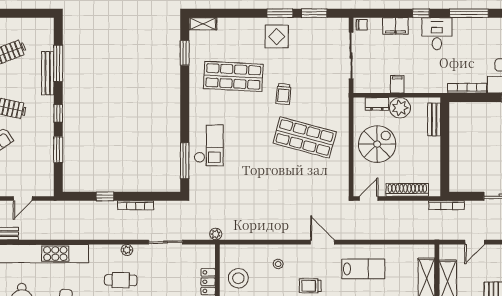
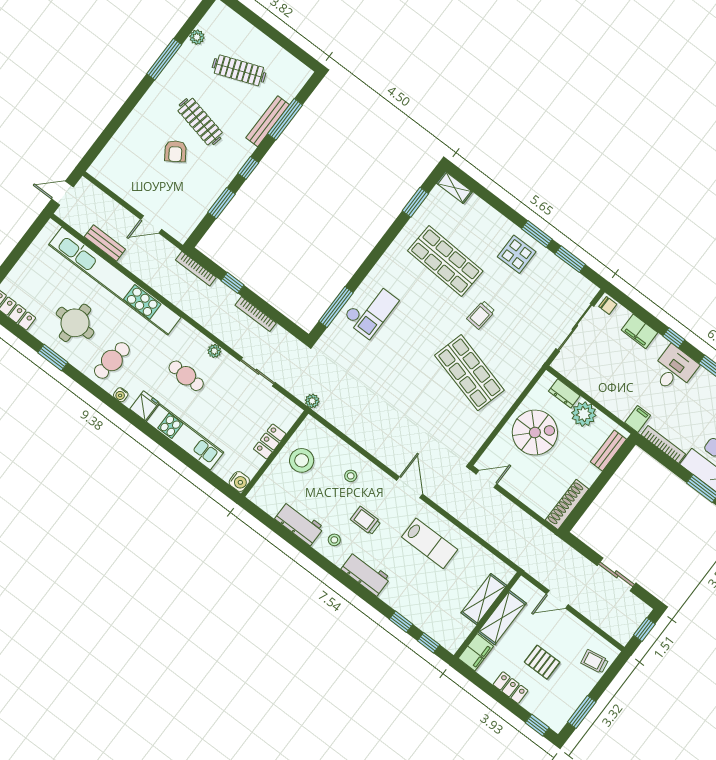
filing cabinet: (397, 84) -> (638, 419), moved
shoe rack: (407, 190) -> (567, 505), moved, turned -90
bookcase: (447, 205) -> (196, 269), moved

